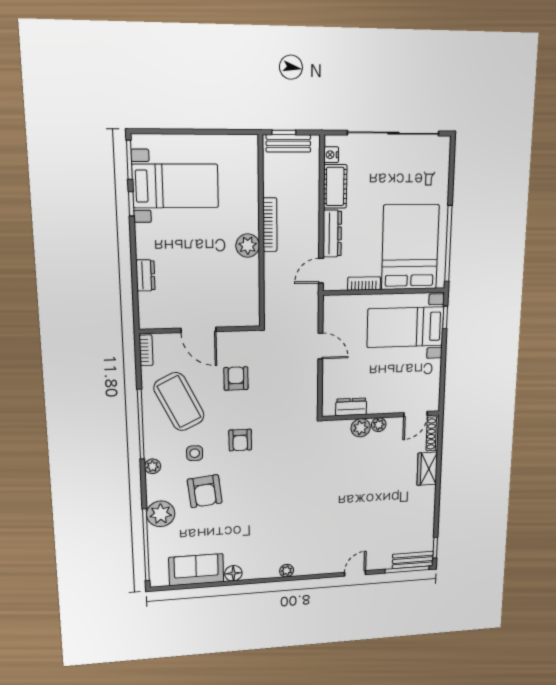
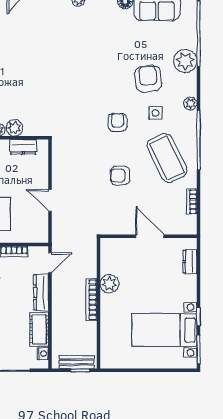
door: (198, 330) -> (150, 236), moved
wall: (200, 330) -> (148, 236), moved
armchair: (236, 379) -> (120, 175), turned 90

